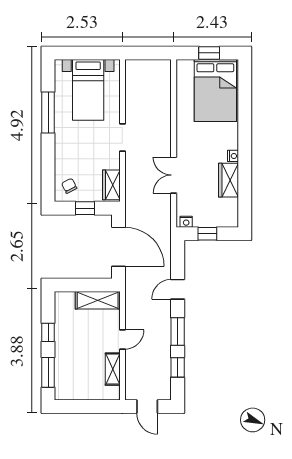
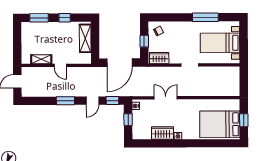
door: (178, 289) -> (92, 101), swing flipped
shelving: (98, 300) -> (85, 38), moved
window: (178, 367) -> (112, 101), moved

